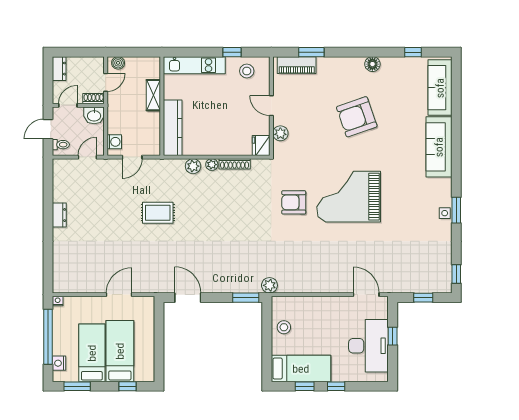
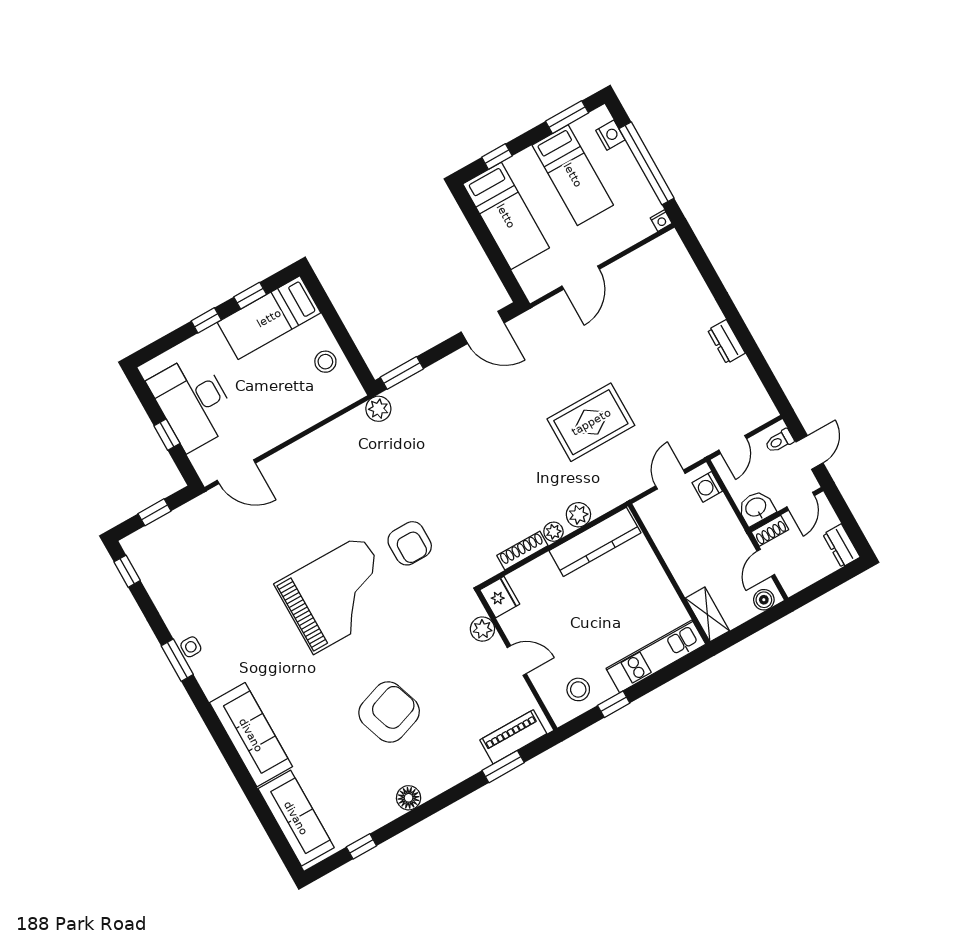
shelving: (153, 95) -> (707, 614), moved
kitchen counter: (173, 128) -> (595, 542), moved, turned -90
armchair: (294, 202) -> (410, 543), turned 90
rug: (158, 213) -> (591, 422), width x1.36, depth x1.43
bed: (120, 351) -> (506, 216), moved

